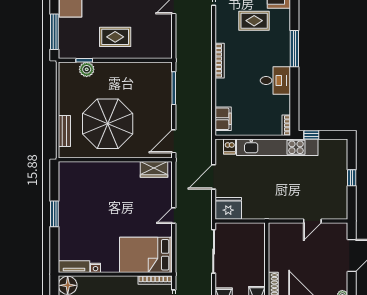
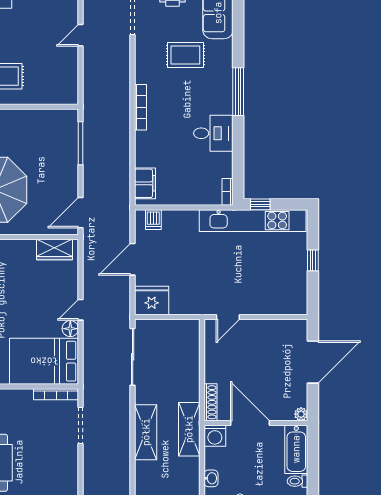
kitchen unit: (277, 147) -> (253, 221), moved
door: (312, 221) -> (228, 317), moved
floor lamp: (166, 230) -> (70, 329), added

